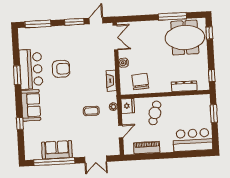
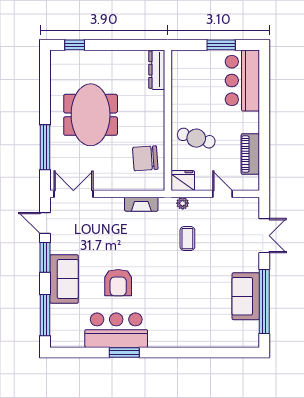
window: (173, 16) -> (45, 147), moved
meeting table: (185, 38) -> (91, 115), moved
water cooler: (123, 63) -> (114, 183), removed
armchair: (61, 69) -> (118, 283), turned 180
window: (212, 76) -> (143, 45), removed
dresser: (184, 86) -> (157, 70), moved
sofa: (31, 105) -> (64, 279), moved, turned 90
window: (214, 114) -> (221, 45), moved
window: (20, 123) -> (201, 352), removed

